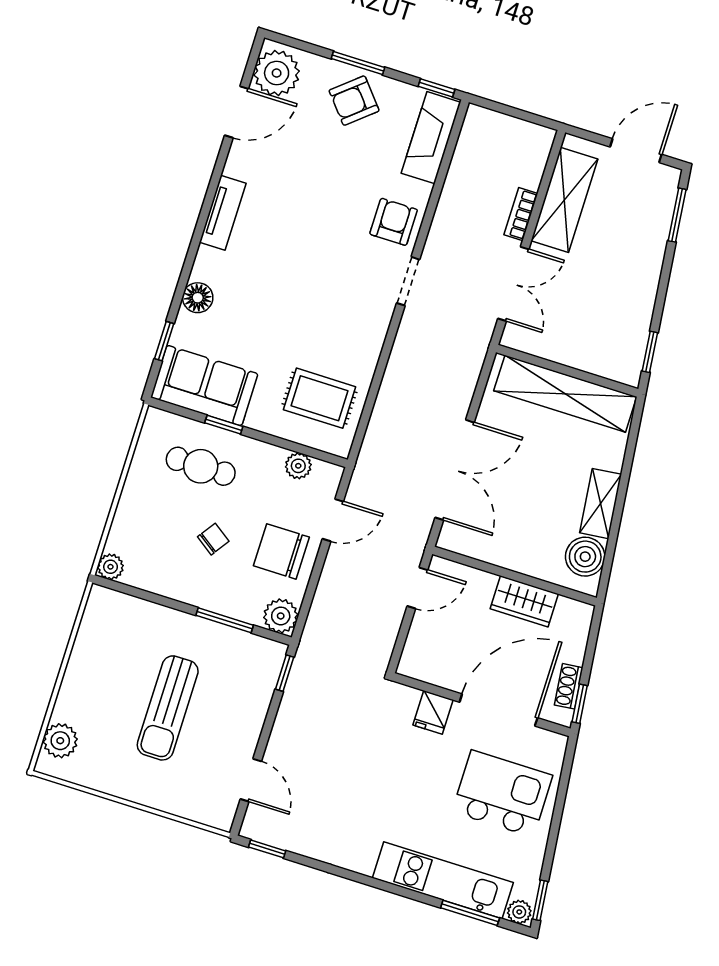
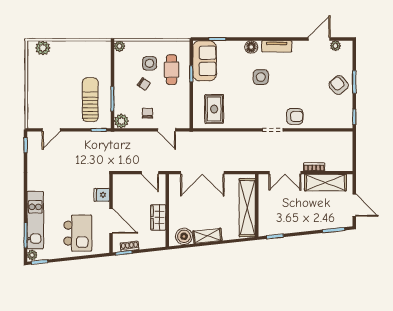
plant: (277, 73) -> (335, 46), width x0.53, depth x0.53
door: (236, 112) -> (319, 39), swing flipped
fireplace: (431, 138) -> (333, 121), removed
side table: (281, 270) -> (261, 77), added
floor lamp: (198, 298) -> (251, 47), moved
plant: (298, 466) -> (184, 109), removed
side table: (171, 511) -> (150, 63), added
chair: (281, 551) -> (147, 113), width x0.54, depth x0.54
sun lounger: (168, 708) -> (90, 100), moved, turned 90
door: (499, 710) -> (111, 221), width x0.73

